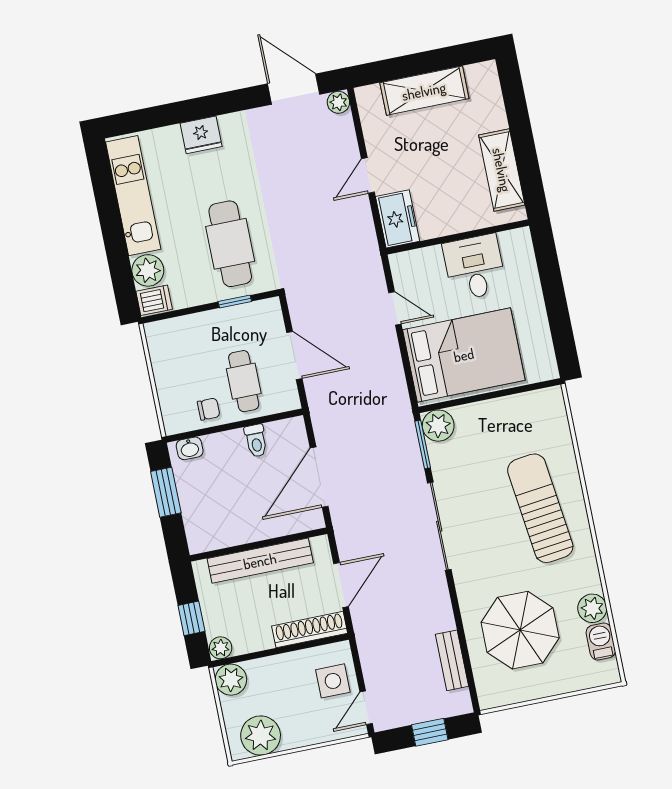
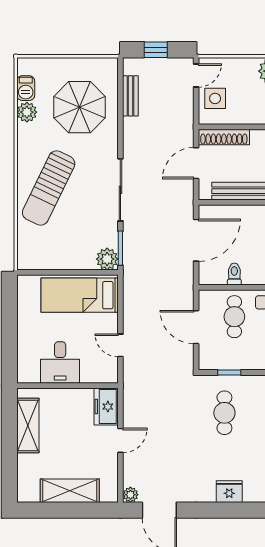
cafe table: (230, 244) -> (224, 413), width x0.73, depth x0.74
bed: (464, 355) -> (80, 295), width x0.67
sun lounger: (540, 508) -> (49, 188), turned 33

